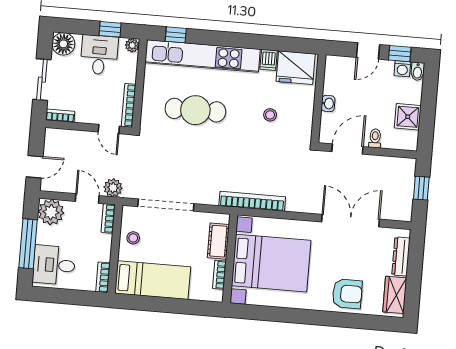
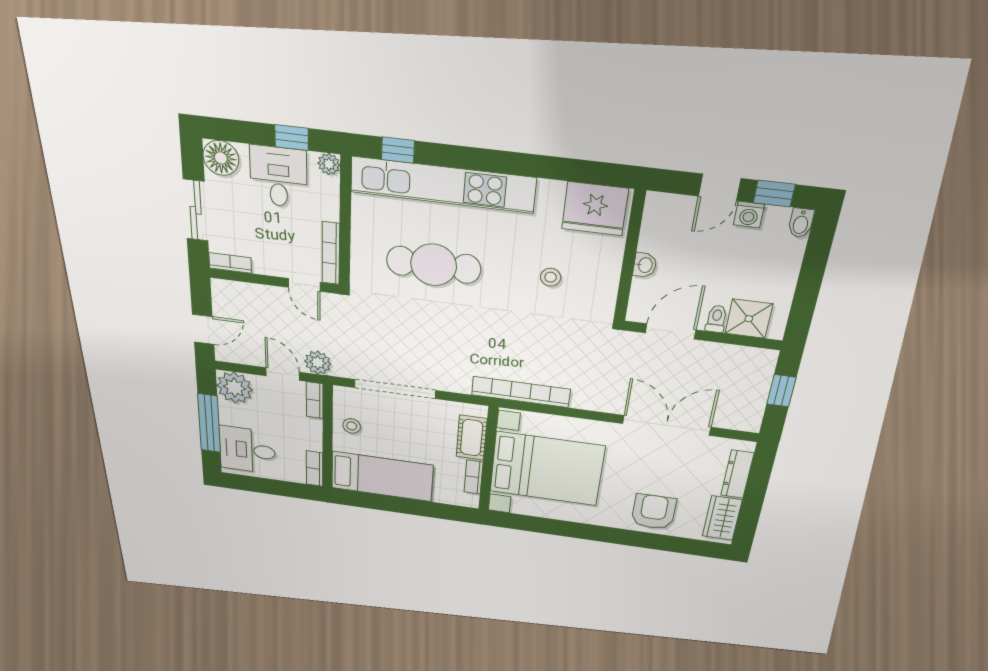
dishwasher: (269, 60) -> (550, 195), removed
washing machine: (402, 69) -> (749, 215), moved
shower: (408, 117) -> (749, 319), moved
armchair: (347, 294) -> (654, 512), turned -90

